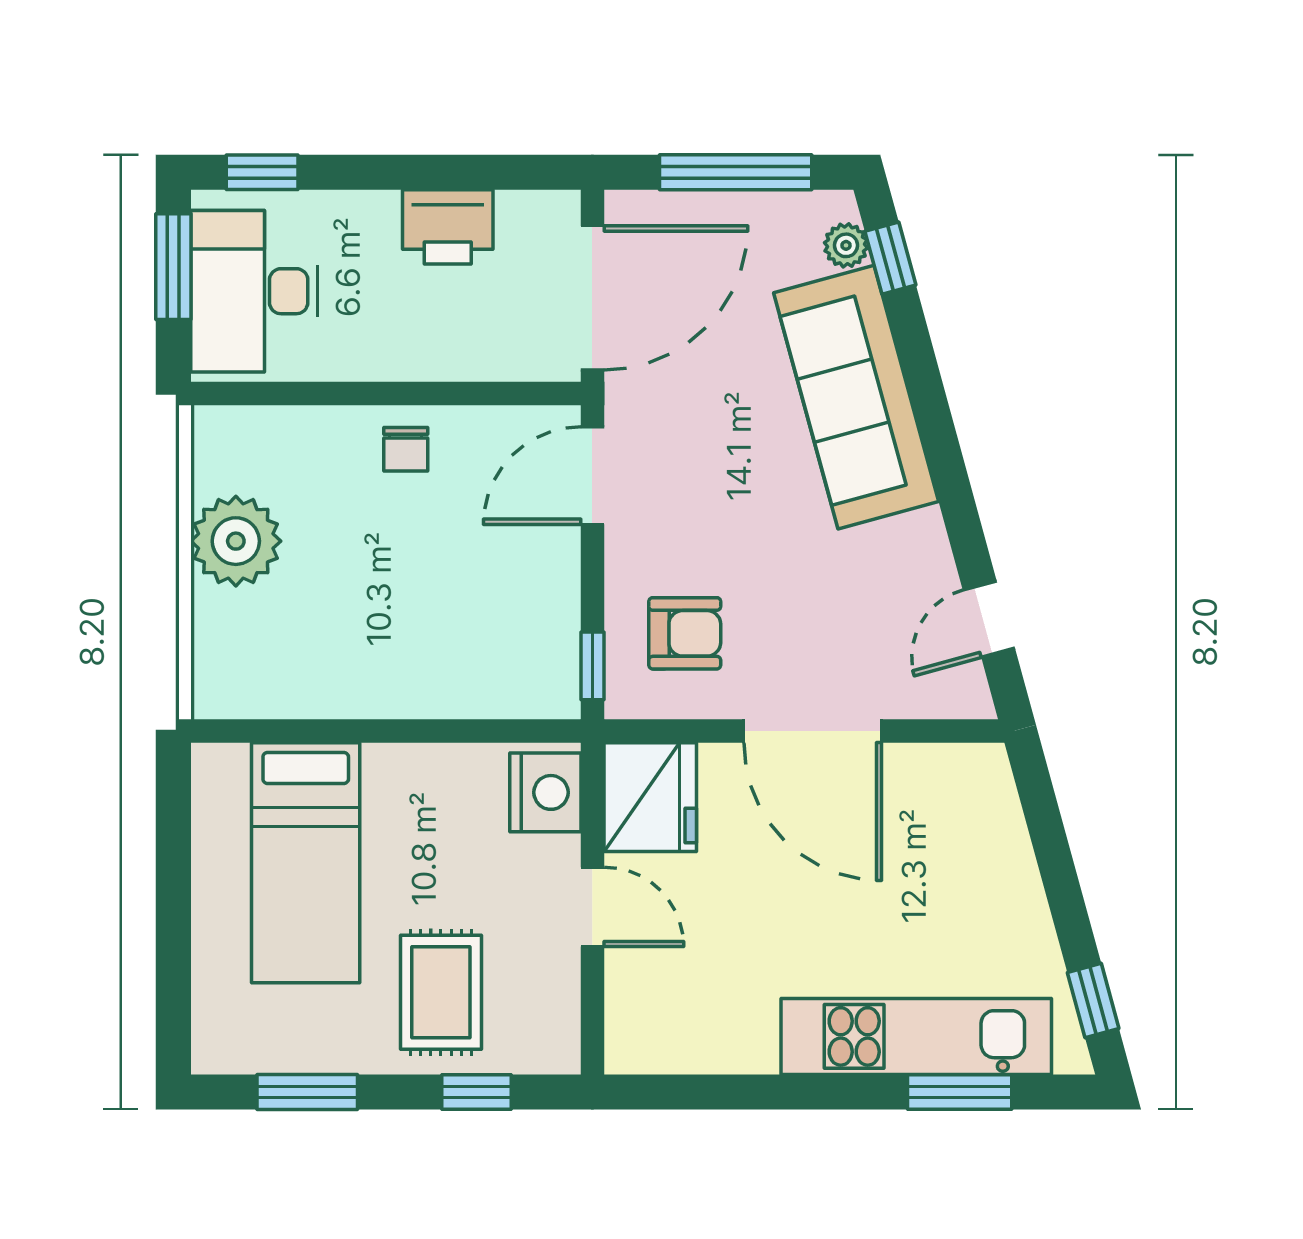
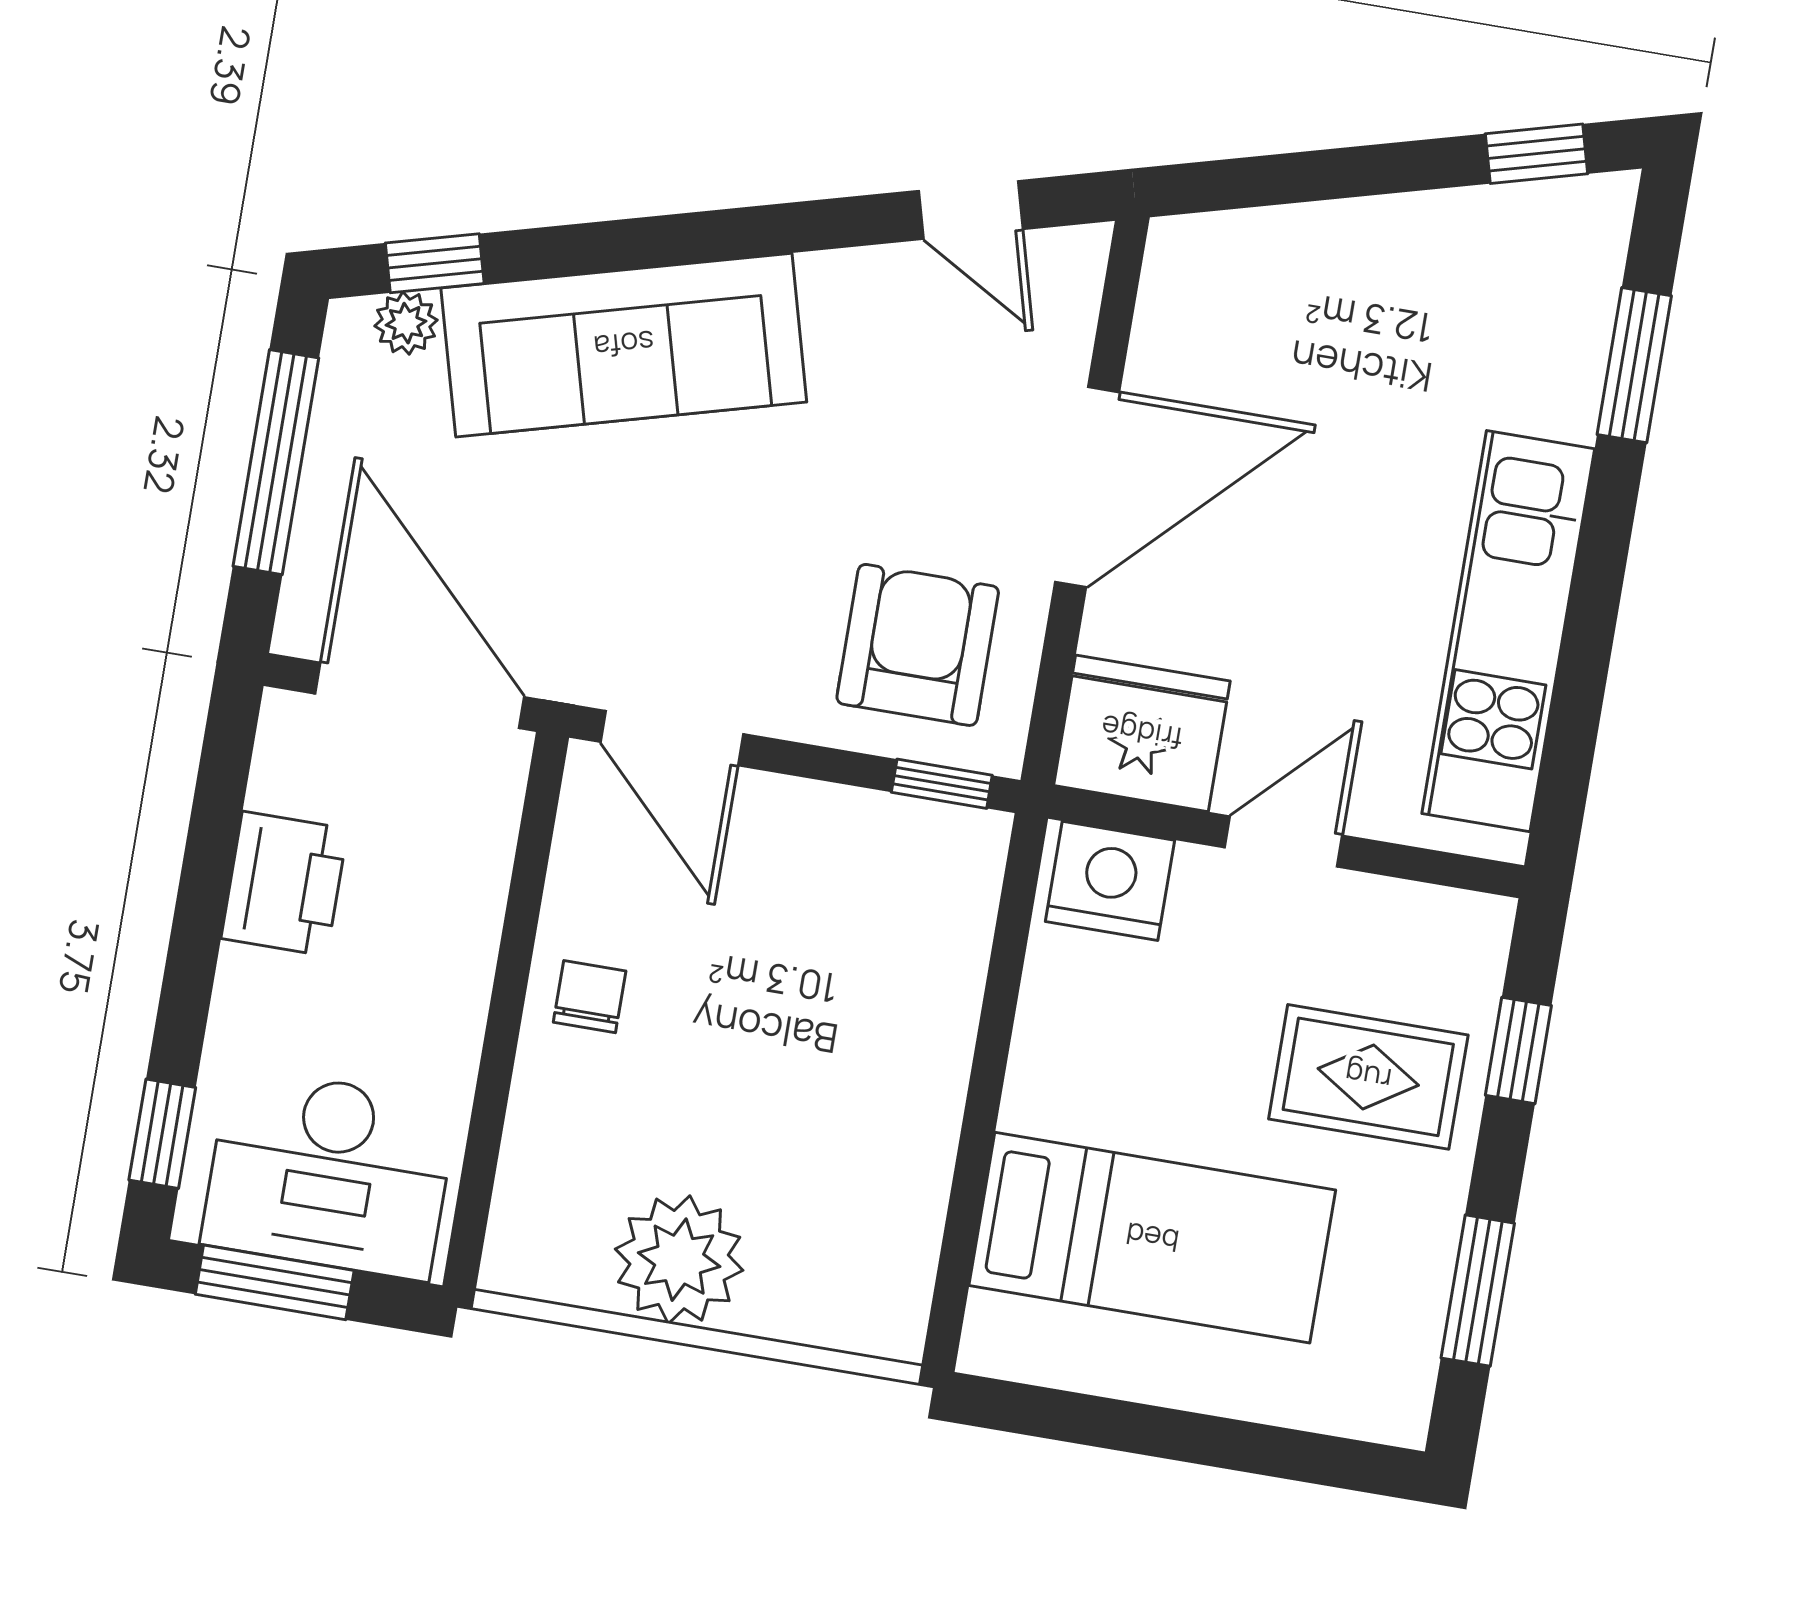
chair: (406, 449) -> (590, 997), turned -90
armchair: (685, 633) -> (918, 645), width x1.38, depth x1.38
kitchen unit: (916, 1036) -> (1508, 631), moved

